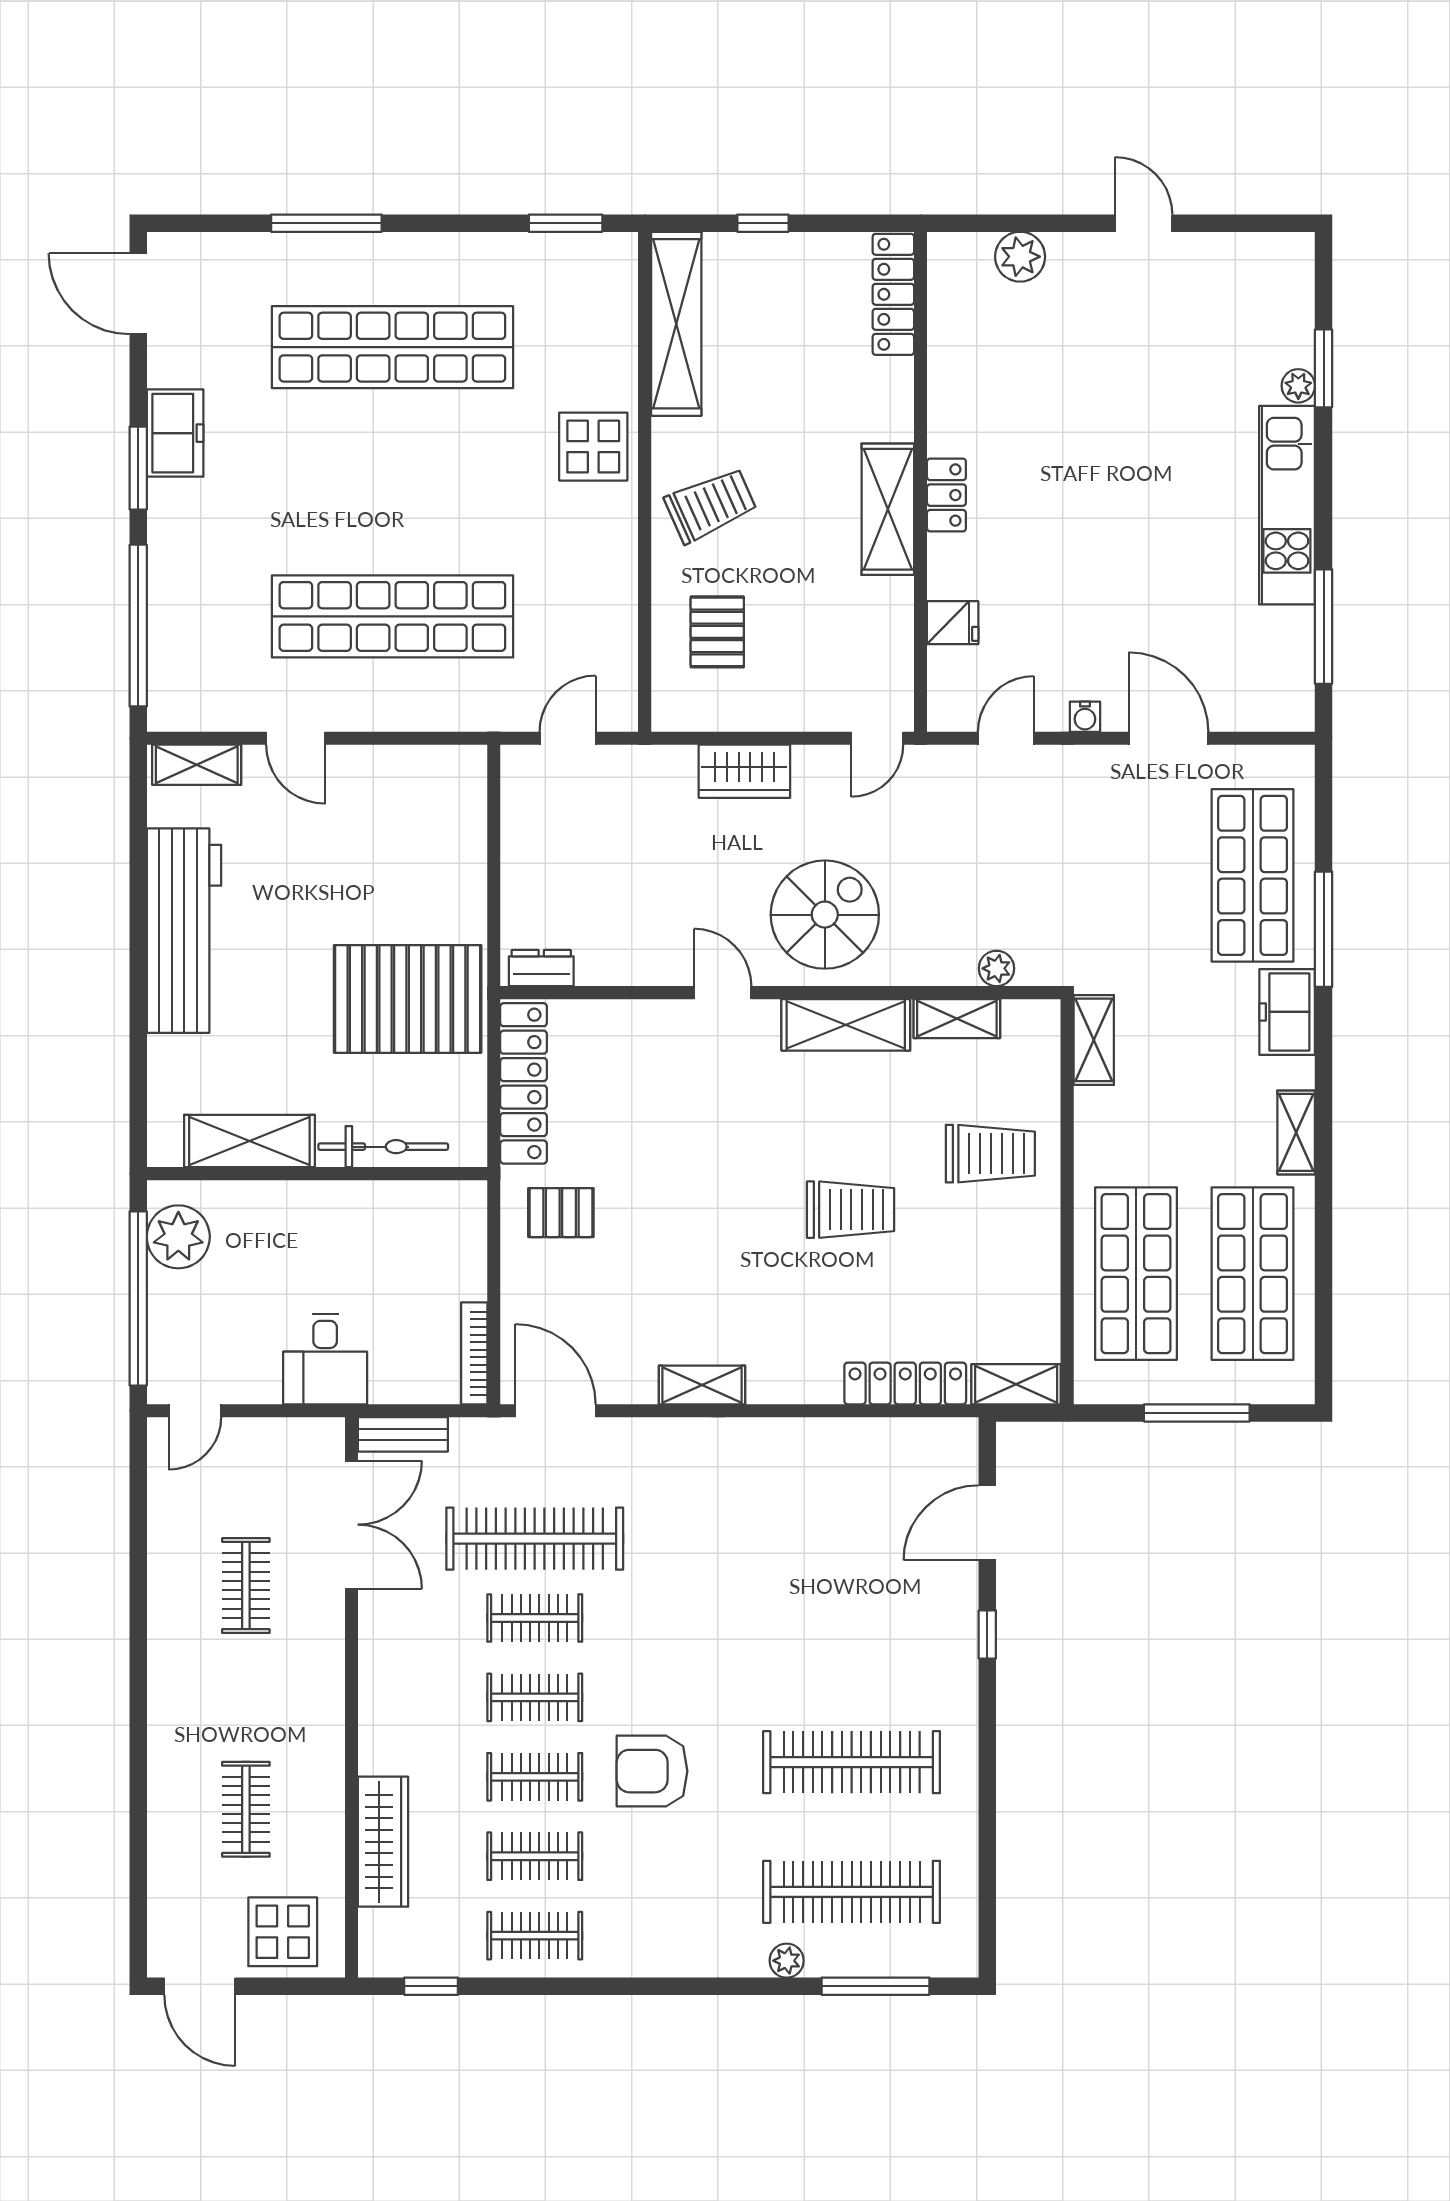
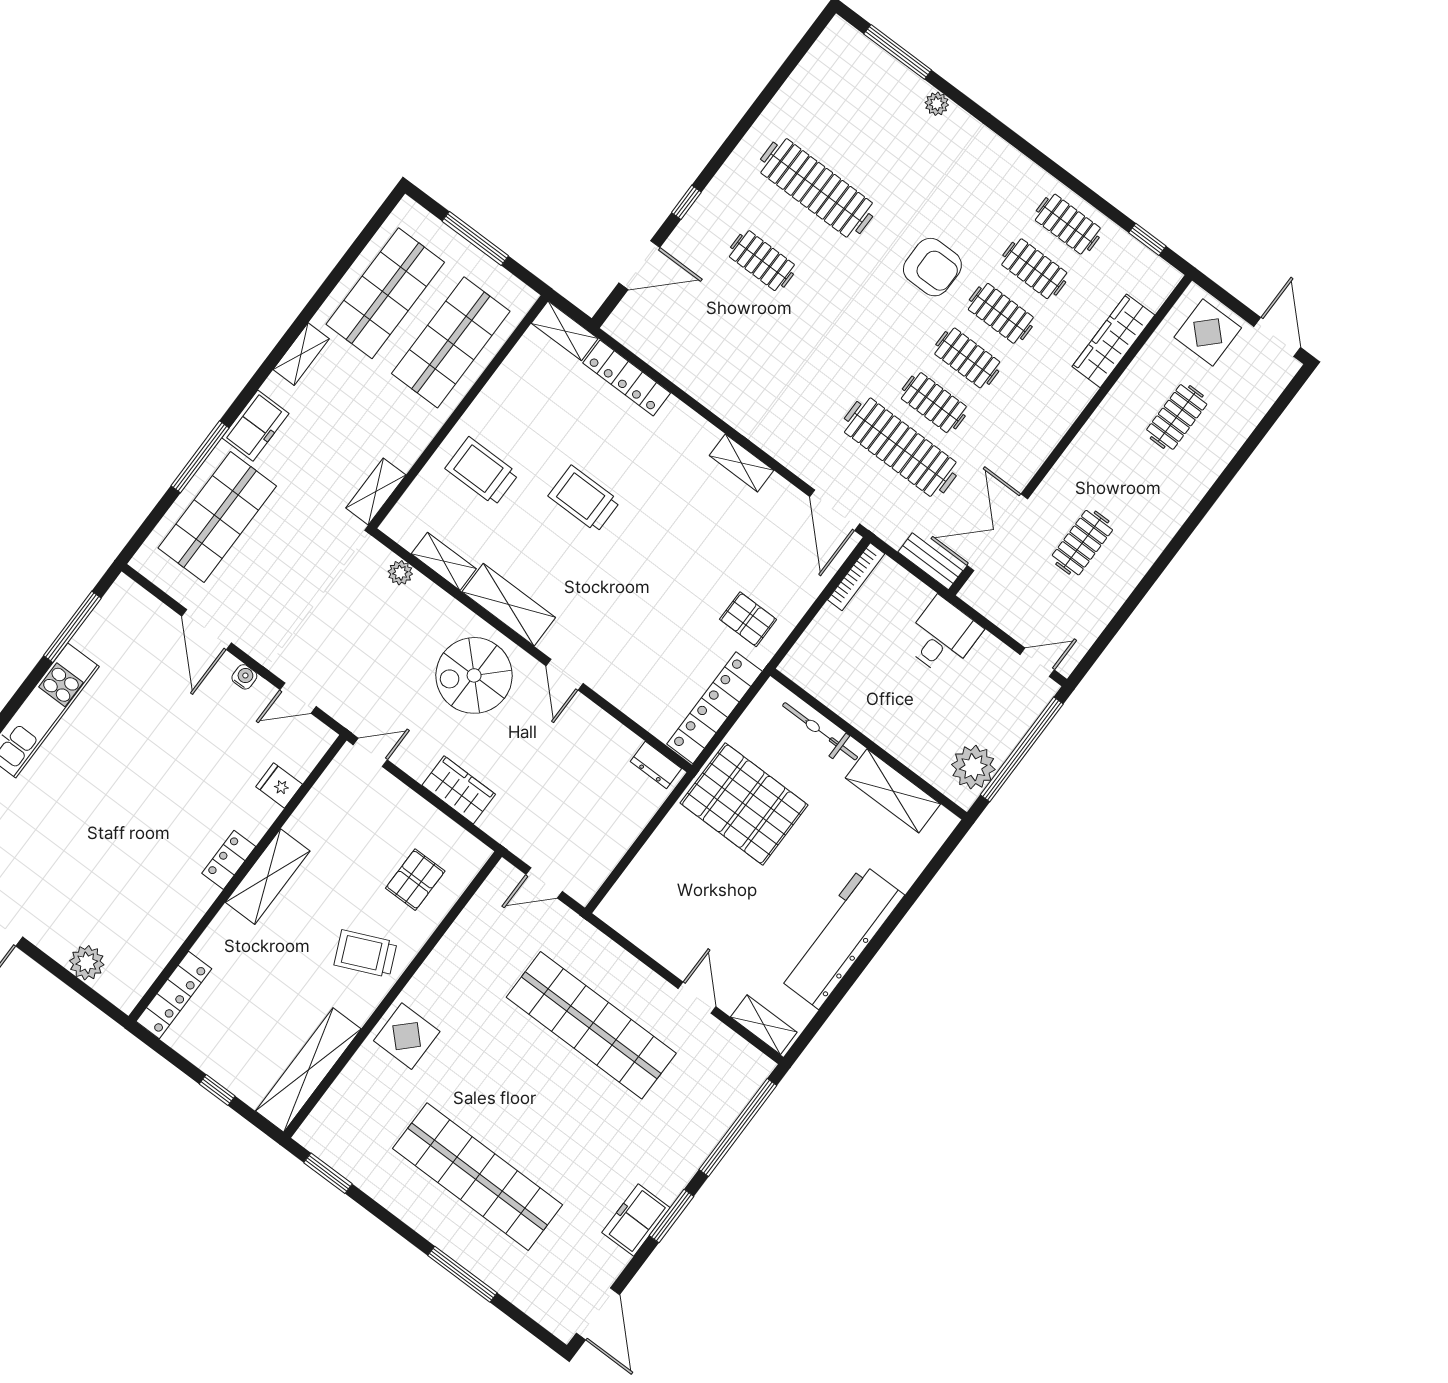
clothes rail: (852, 1892) -> (762, 261), moved, width x0.54, depth x0.76

